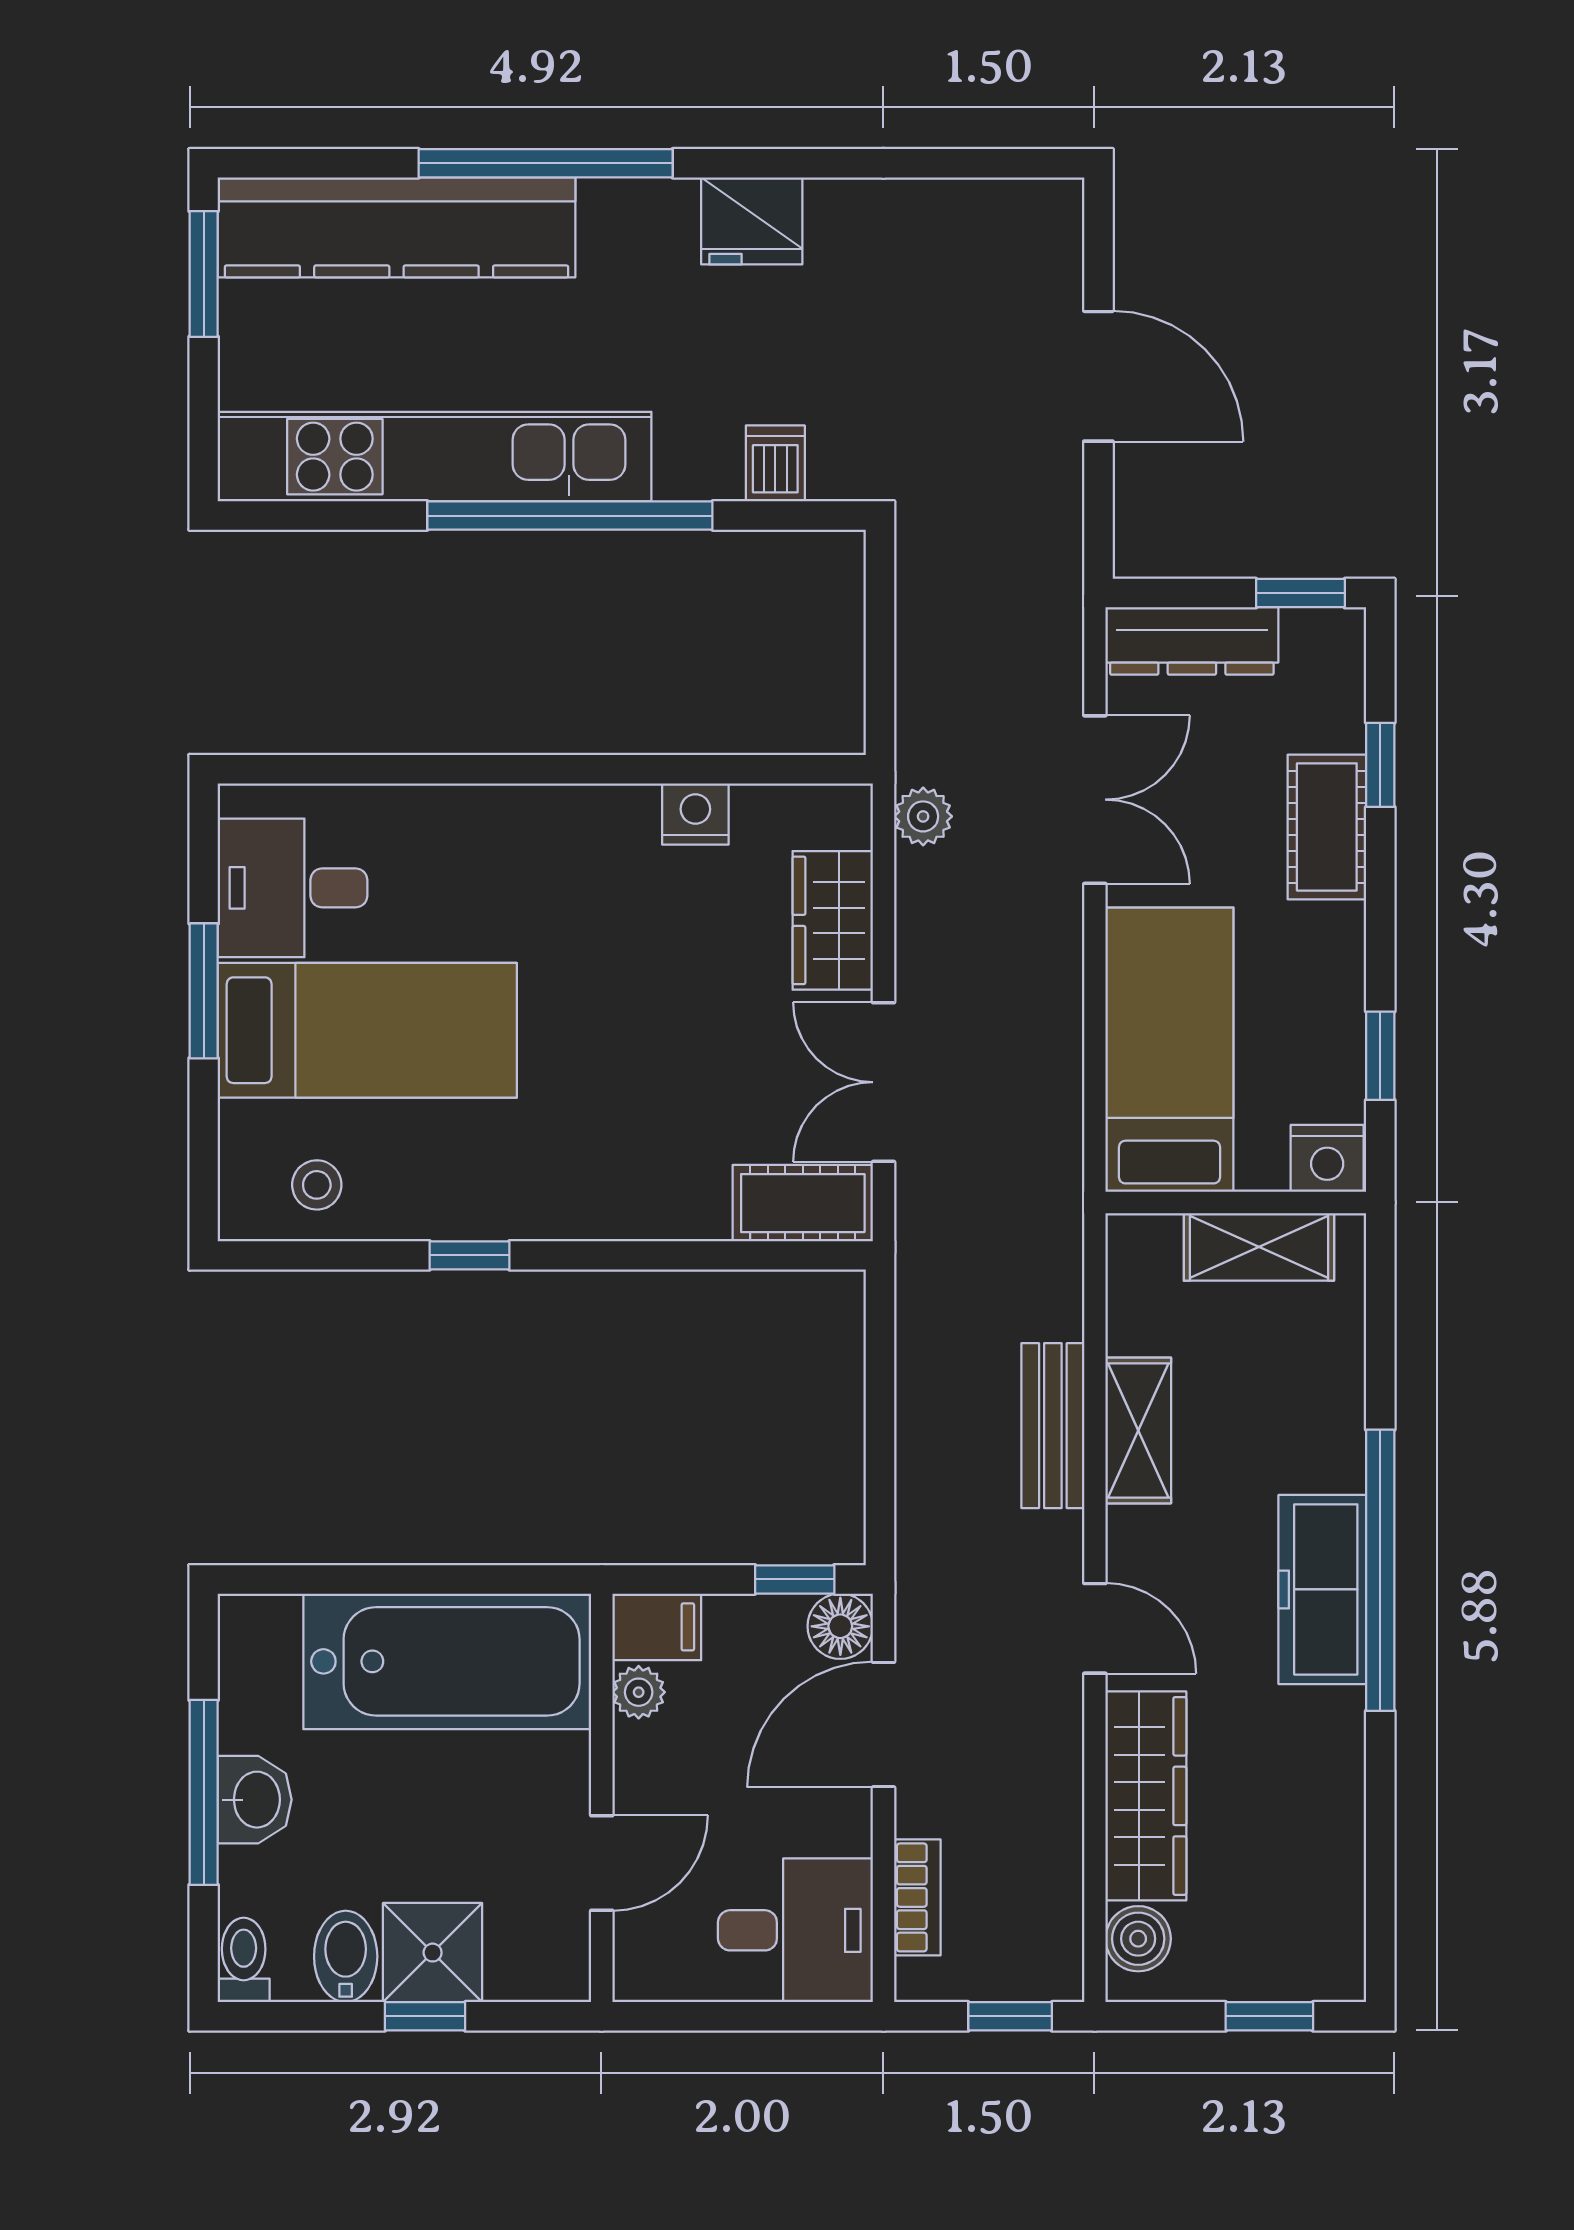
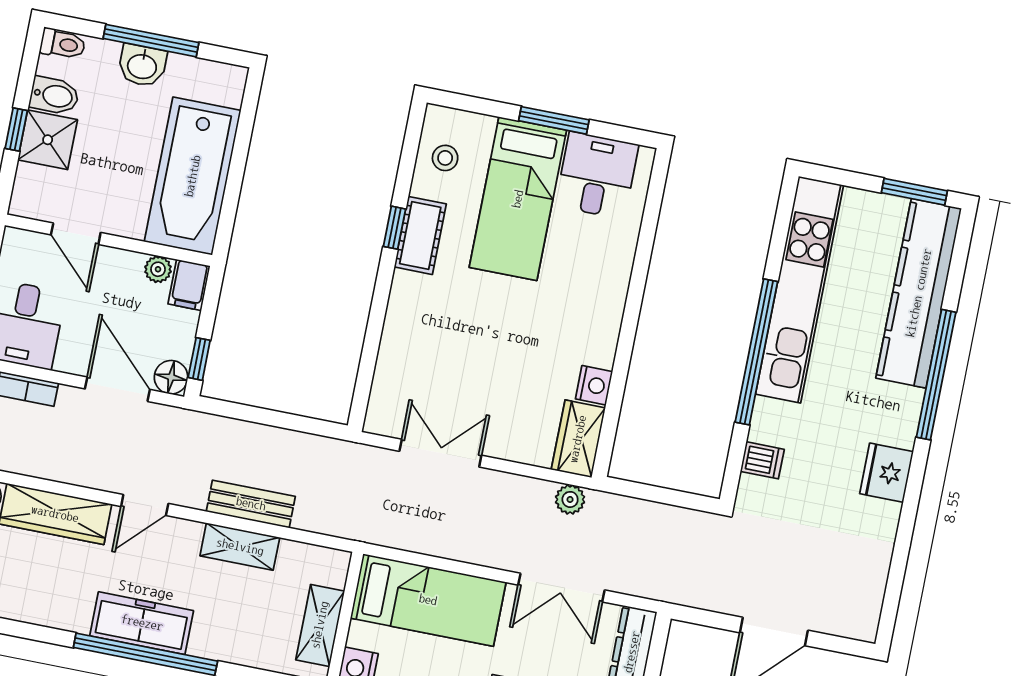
wardrobe: (833, 920) -> (578, 439), moved, turned -90
cot: (803, 1203) -> (420, 235), moved

